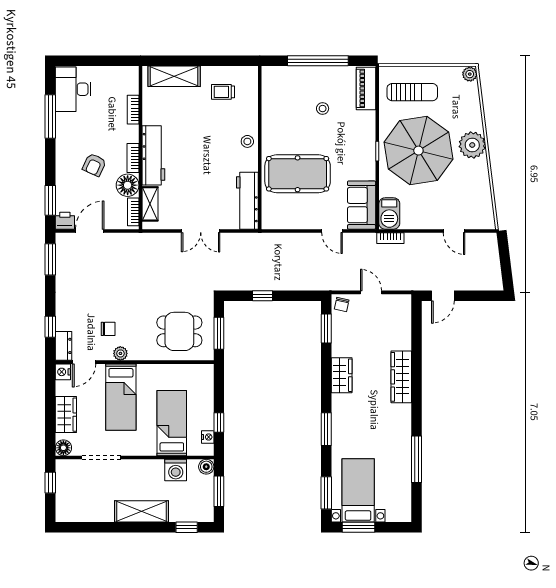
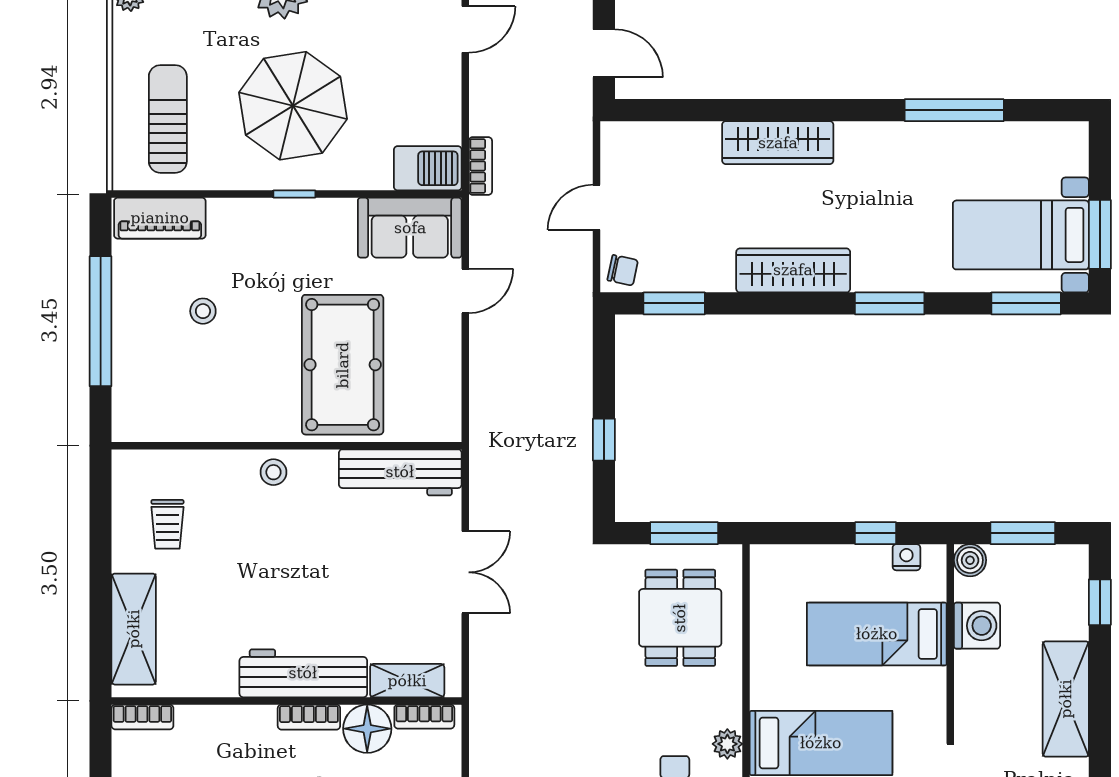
bookcase: (133, 110) -> (142, 717), moved
parasol: (418, 151) -> (293, 106), width x0.73, depth x0.73
wardrobe: (342, 375) -> (793, 270), width x1.50

